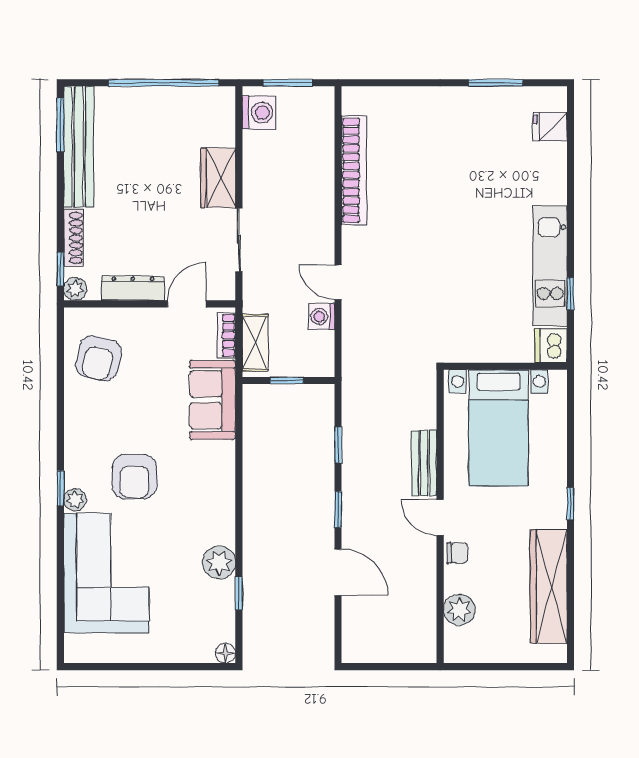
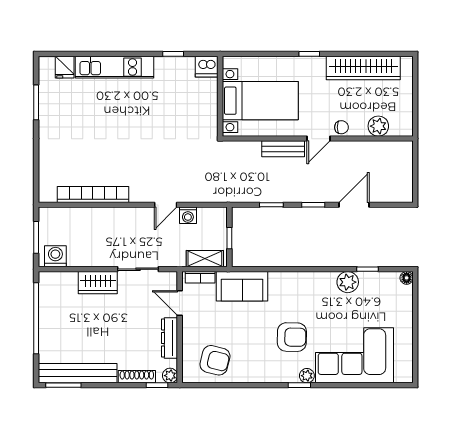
kitchen unit: (550, 266) -> (114, 67), moved
chair: (457, 553) -> (341, 127), turned 90

